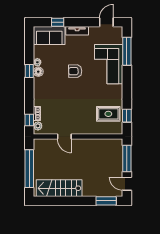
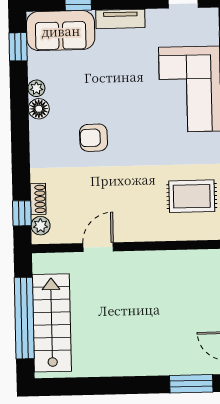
window: (29, 71) -> (18, 47), moved
armchair: (75, 71) -> (94, 138), moved
door: (64, 137) -> (98, 247), swing flipped
stairs: (59, 188) -> (52, 323), moved, turned 90

